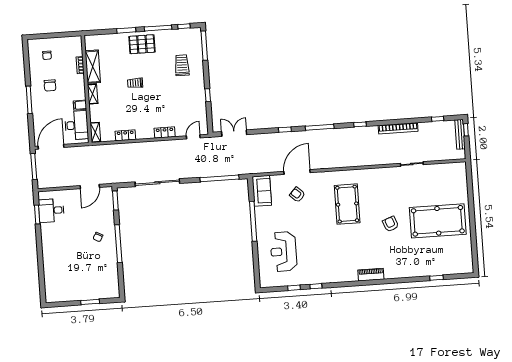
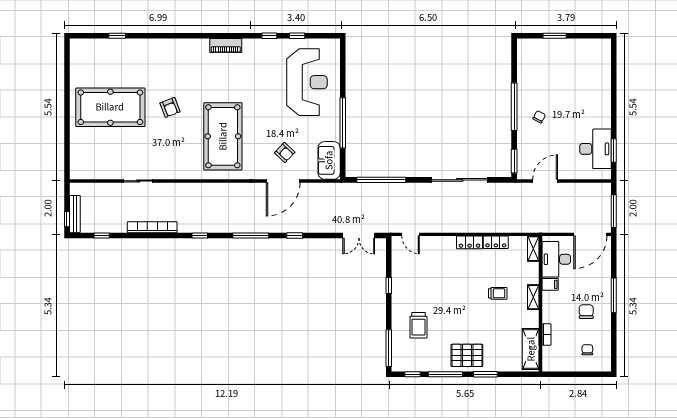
shelving: (93, 67) -> (531, 349), moved
trolley: (135, 83) -> (498, 293), moved
locker: (165, 132) -> (470, 242), moved
door: (193, 137) -> (411, 234), hinge flipped
pool table: (347, 204) -> (223, 136), width x1.36, depth x1.32
desk: (51, 210) -> (595, 149), width x1.37
reception desk: (284, 252) -> (307, 82), width x1.36, depth x1.30
piano: (371, 275) -> (226, 46), moved

